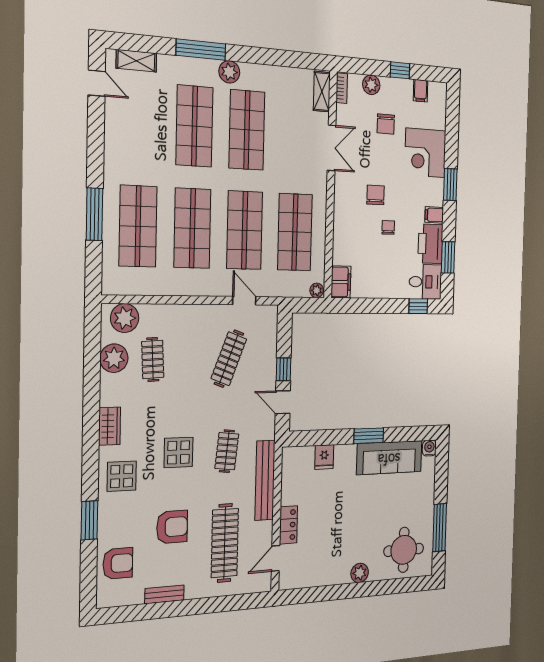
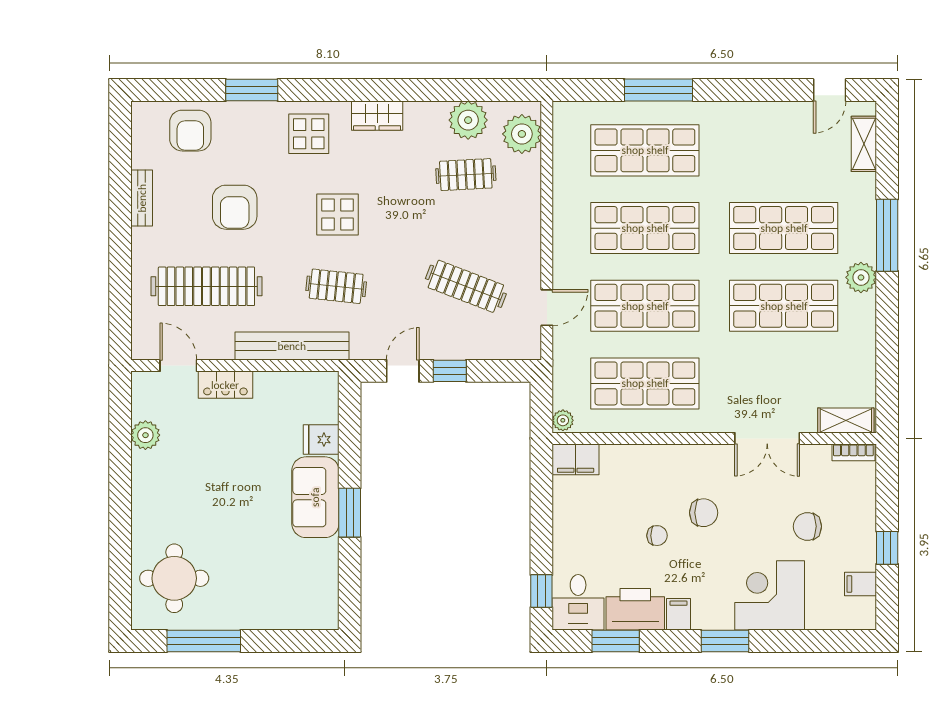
plant: (371, 85) -> (862, 501), removed
water cooler: (429, 448) -> (327, 618), removed
sofa: (389, 458) -> (315, 497), moved, width x0.73
plant: (360, 573) -> (145, 435), moved

